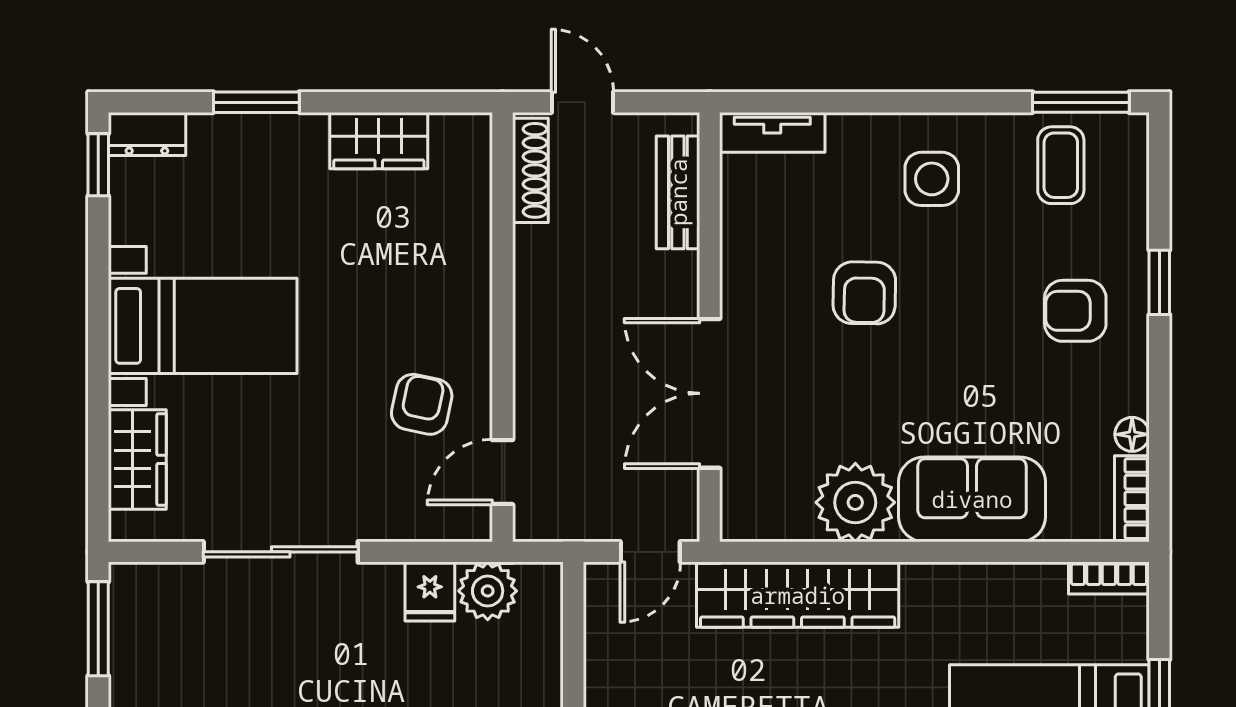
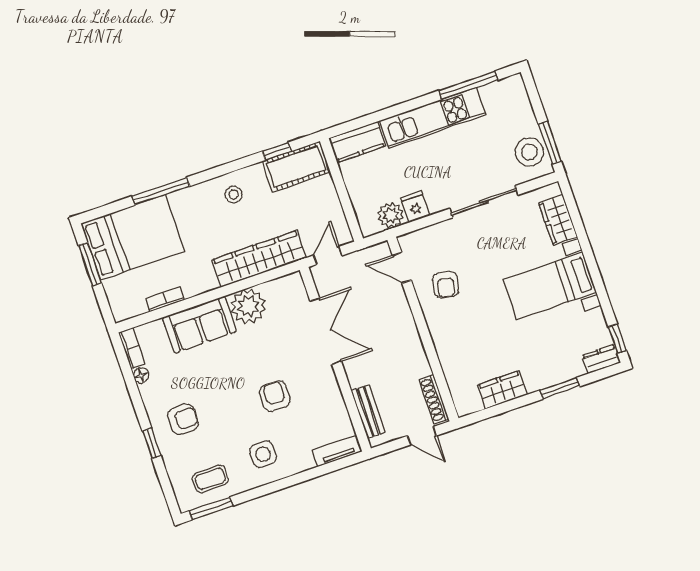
coffee table: (1061, 165) -> (210, 479), turned 90
door: (502, 472) -> (402, 268), swing flipped
bookcase: (1109, 578) -> (165, 299), moved
stool: (148, 624) -> (529, 152), added

